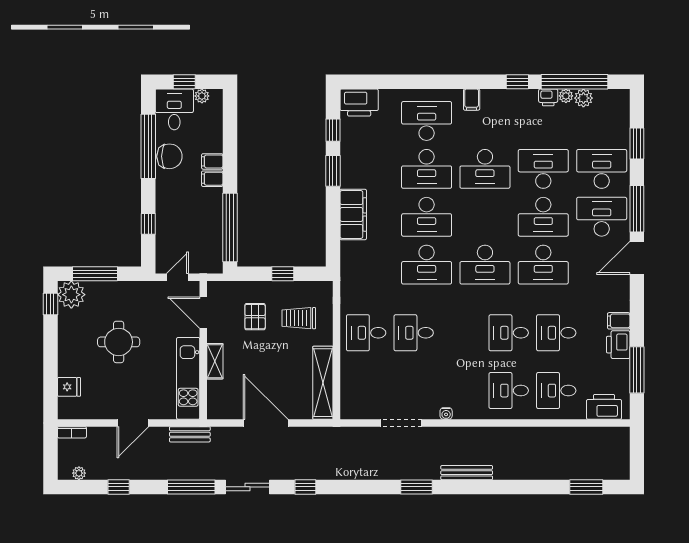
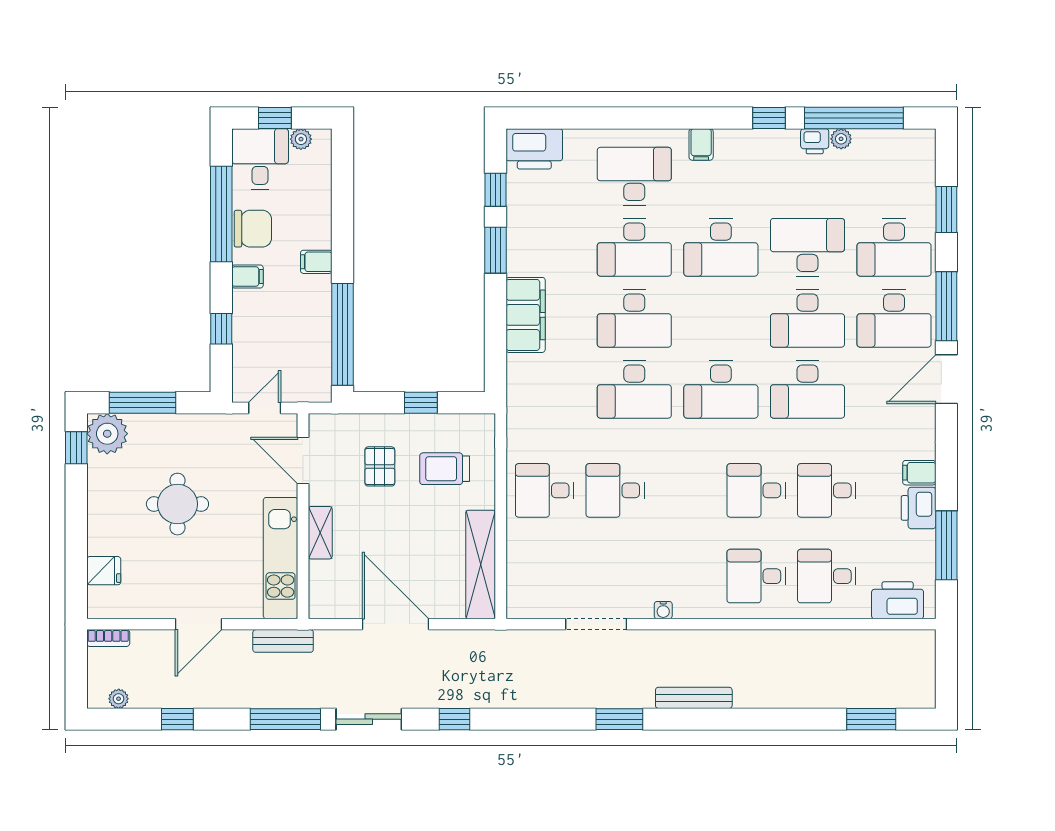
plant: (583, 98) -> (867, 142), removed
filing cabinet: (212, 161) -> (247, 276), moved, turned 180
desk: (602, 169) -> (894, 247), turned 180
desk: (602, 217) -> (894, 318), turned 180

